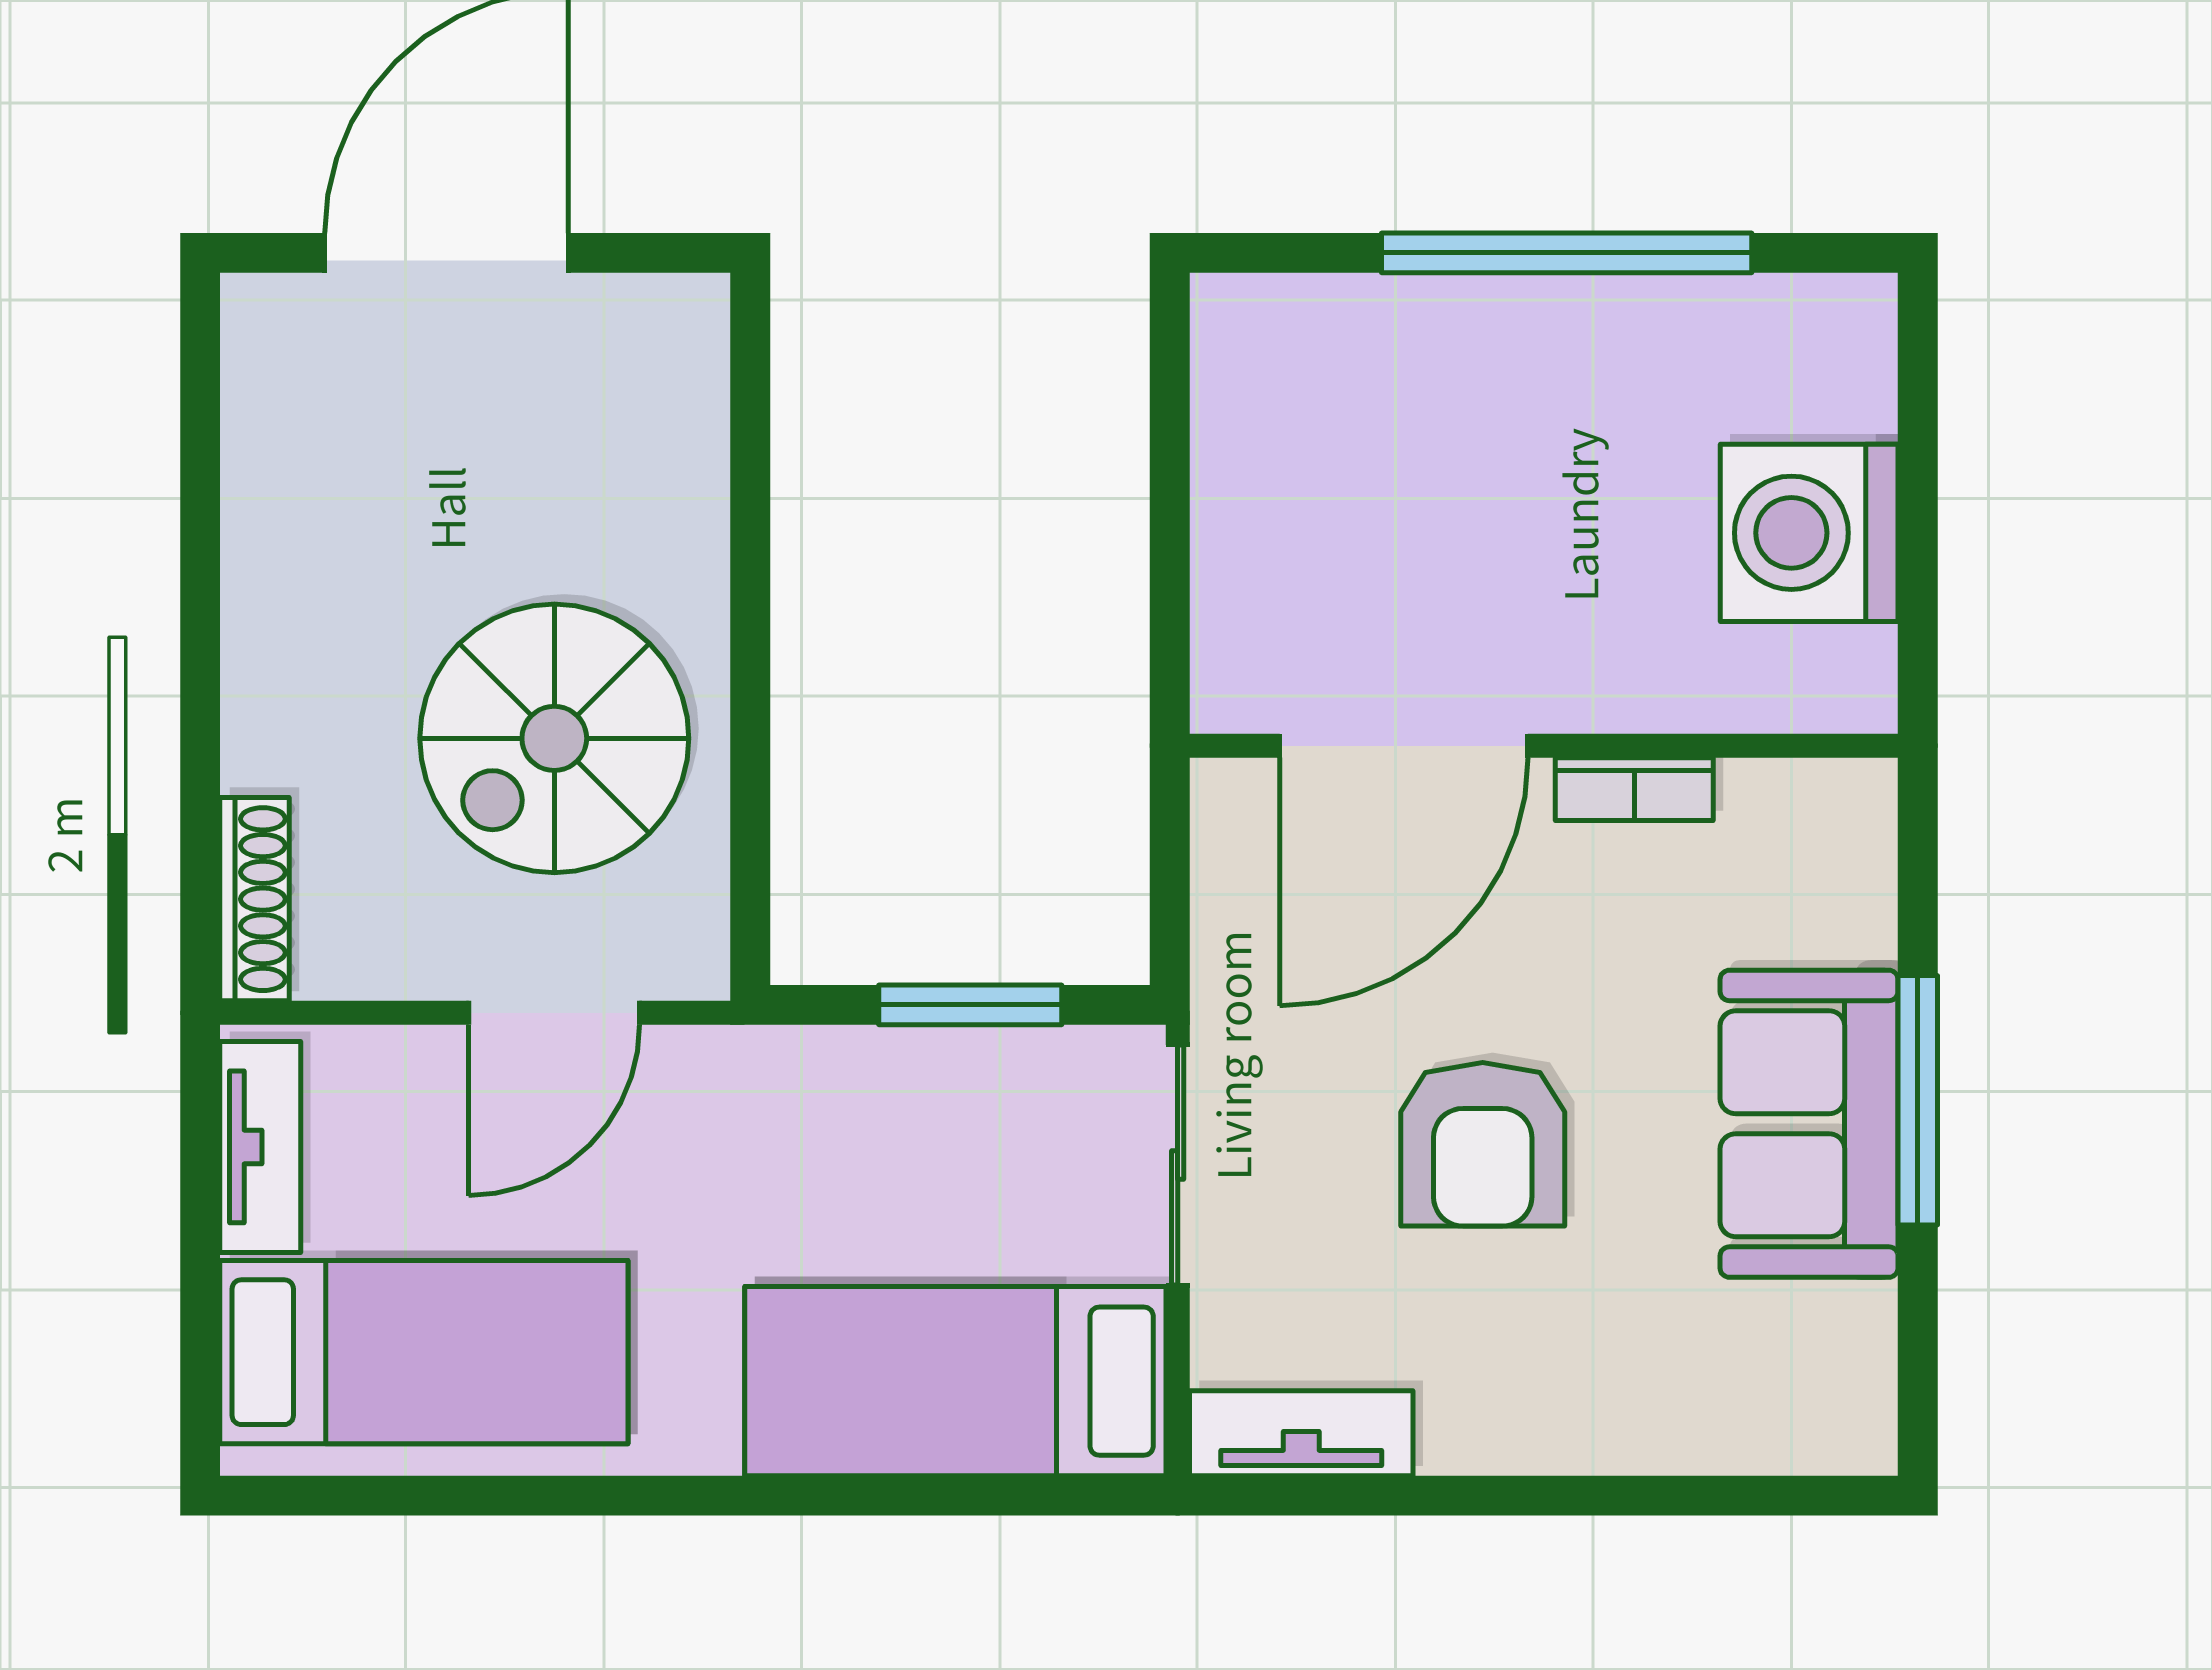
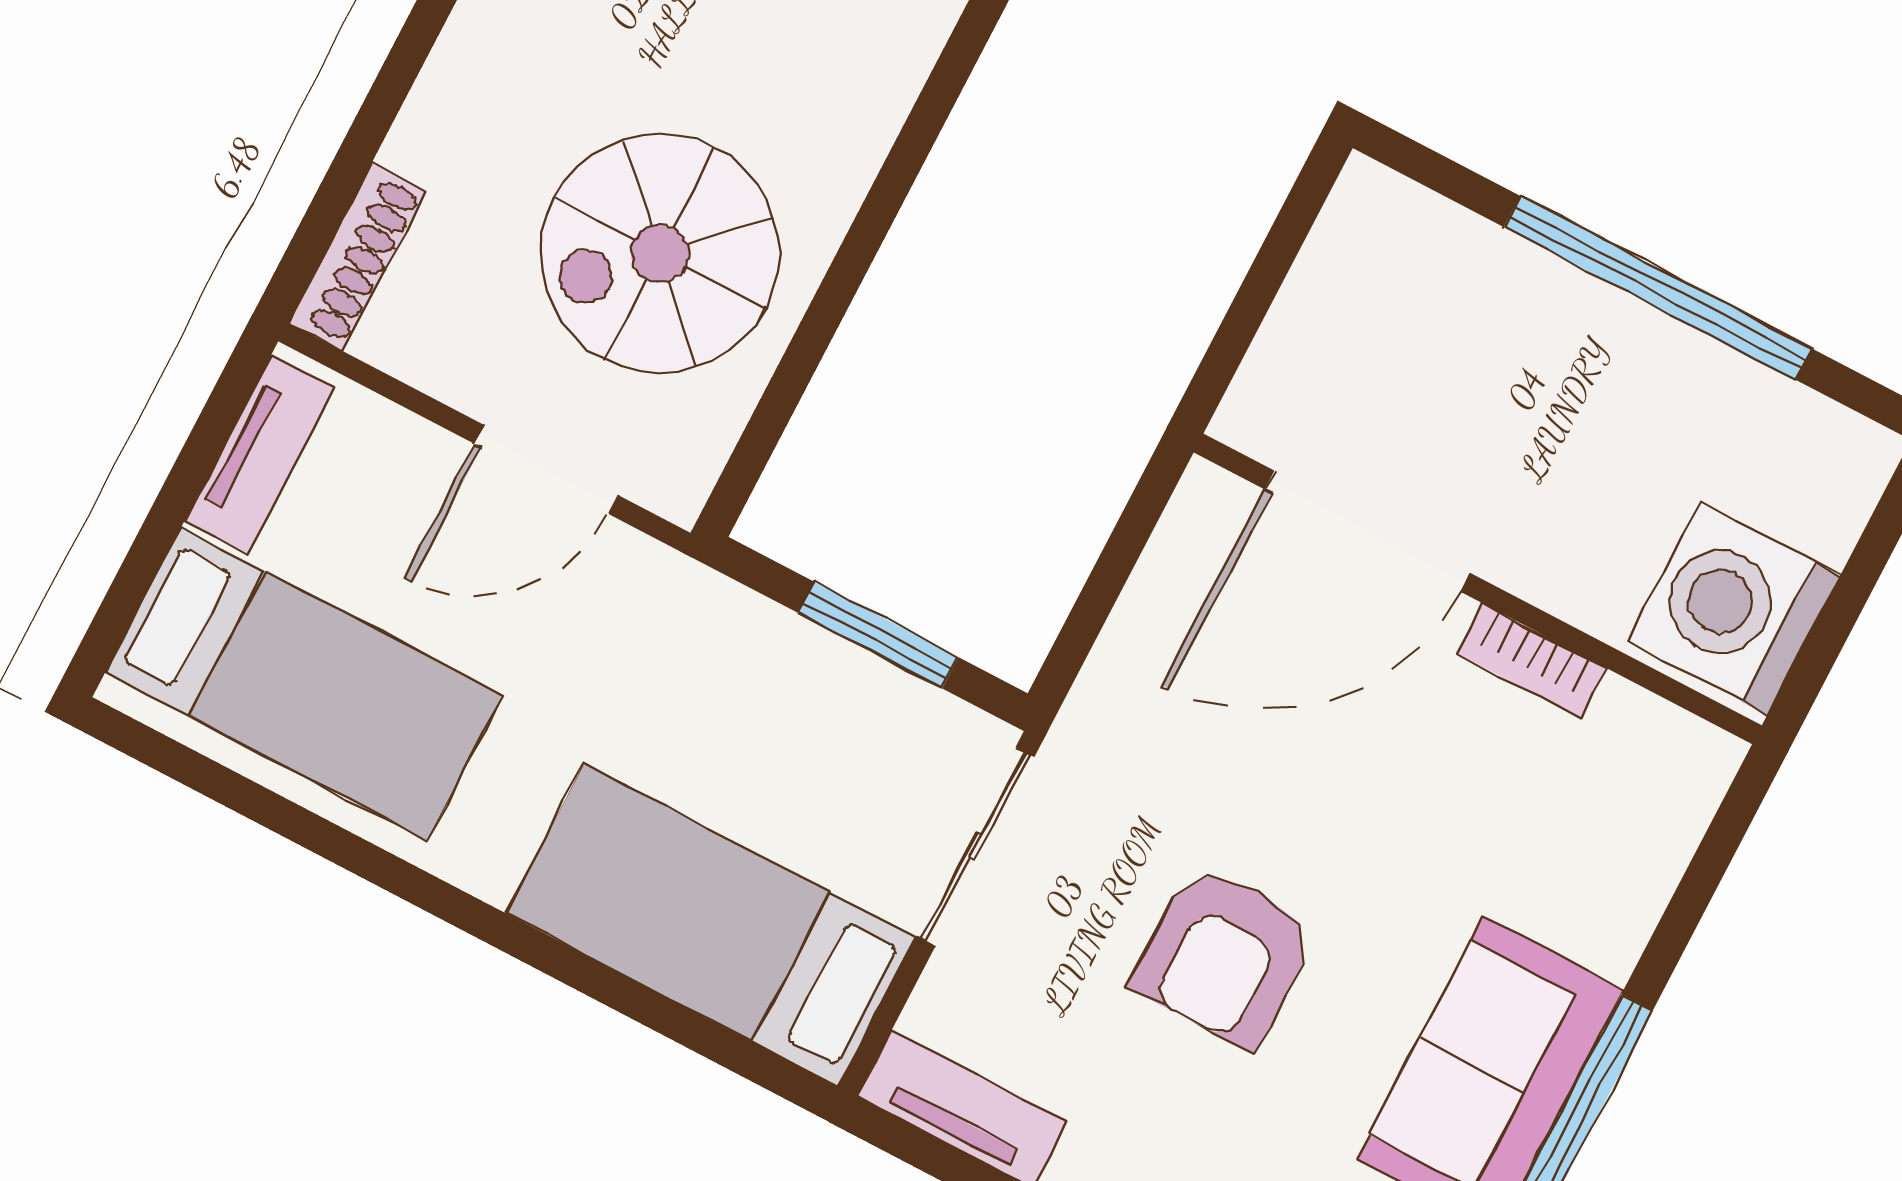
door: (1404, 746) -> (1367, 531), moved
wall: (1544, 746) -> (1478, 589), moved
bookcase: (1634, 789) -> (1531, 660), moved

